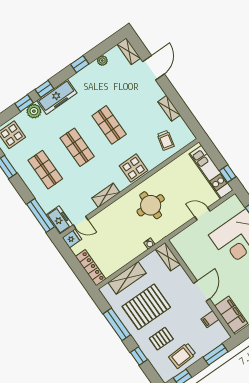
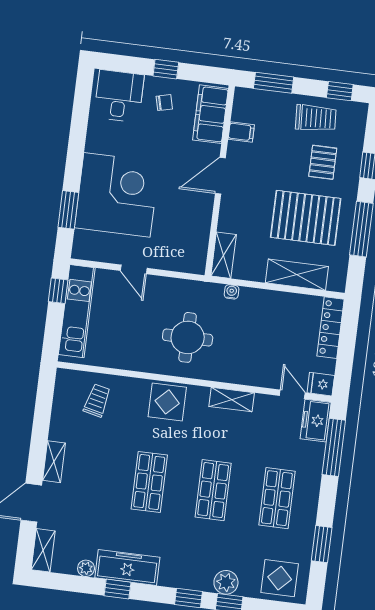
freezer: (57, 97) -> (127, 567), moved
shelving: (169, 108) -> (54, 462), moved
pallet: (161, 339) -> (323, 162), turned 90

